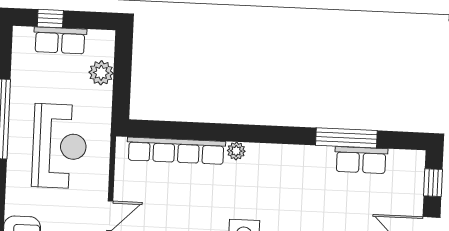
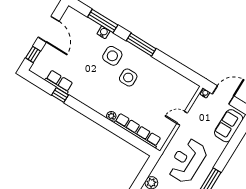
window: (346, 138) -> (60, 95), width x0.46

